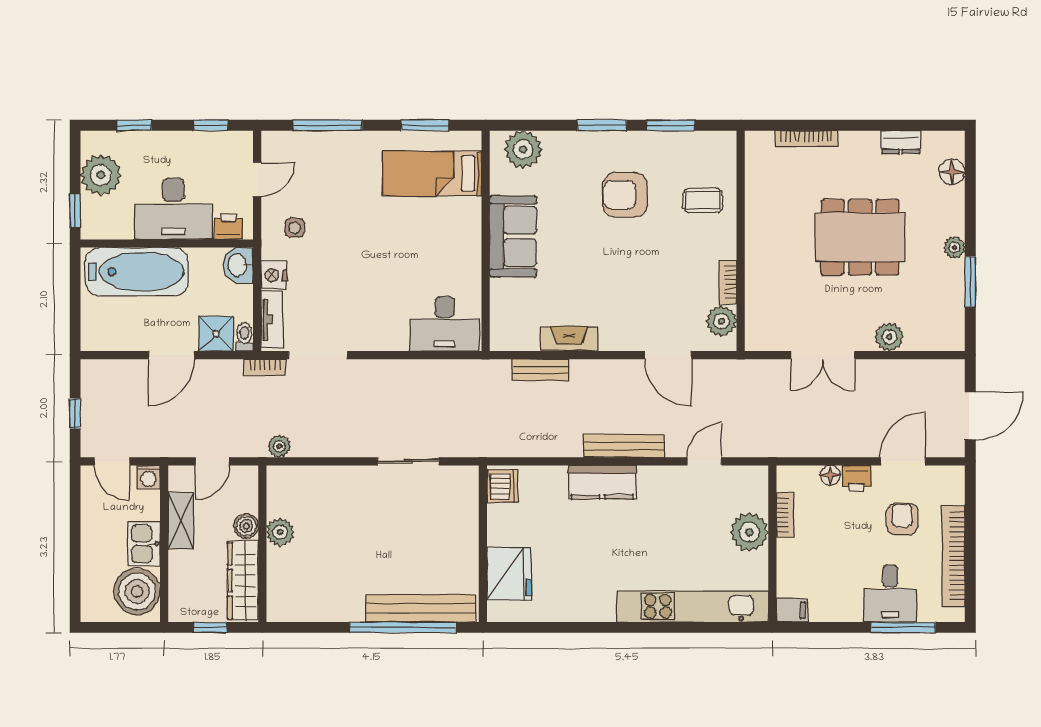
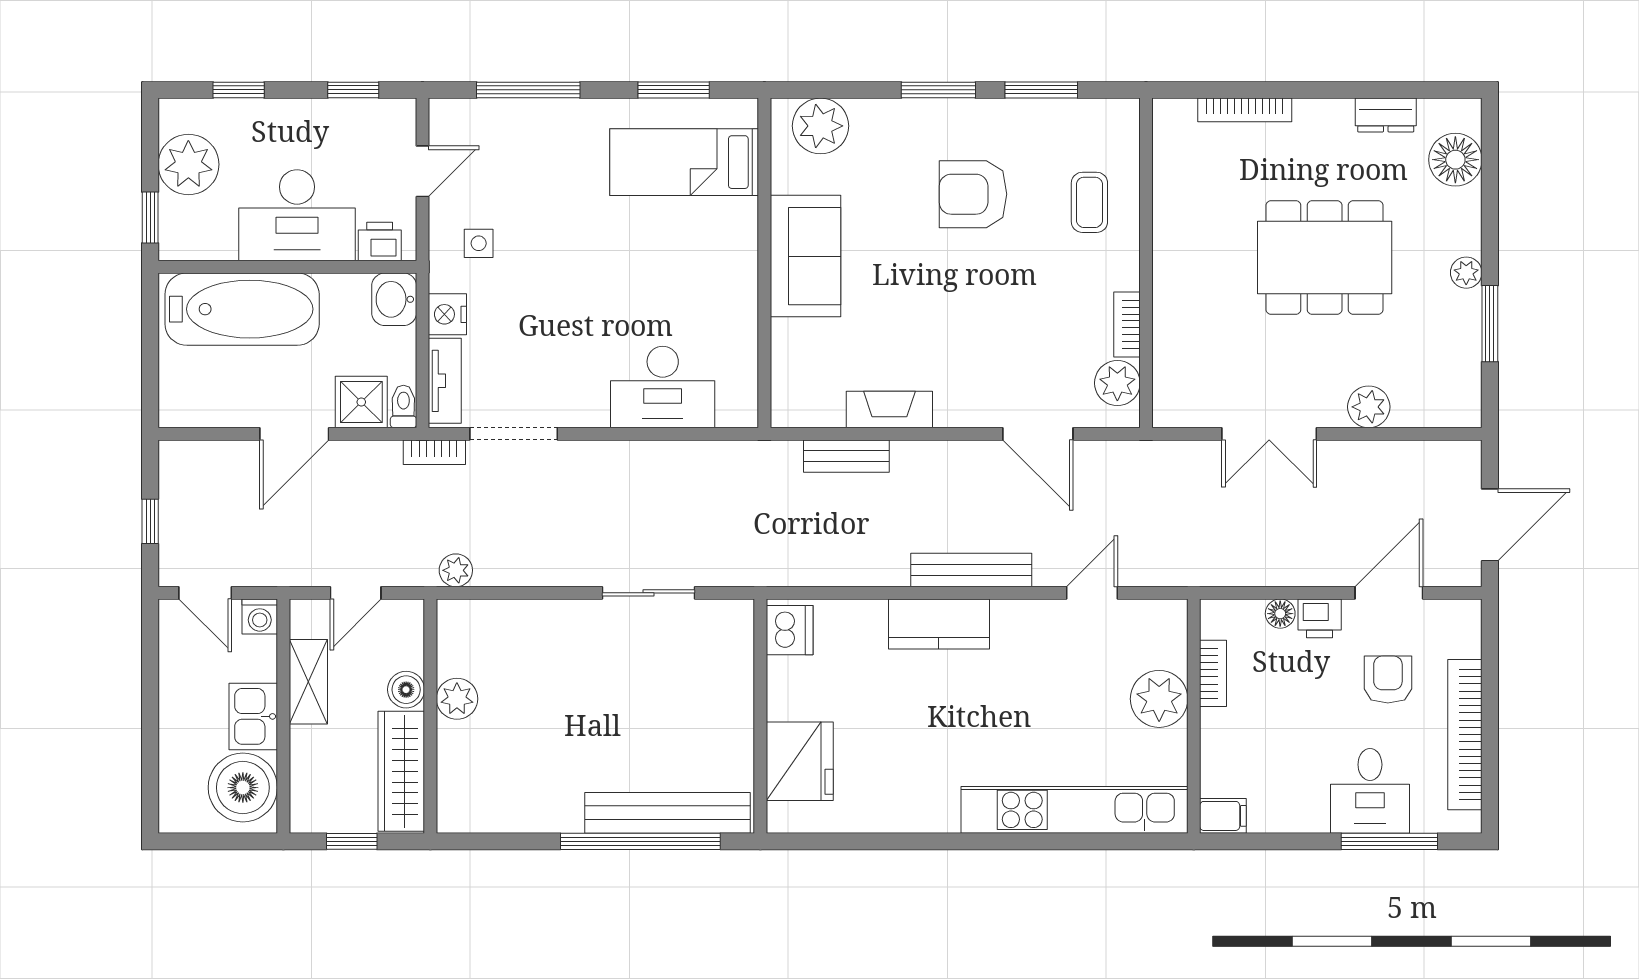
floor lamp: (952, 172) -> (1455, 160), width x1.38, depth x1.38
coffee table: (703, 200) -> (1089, 202), turned 90
desk: (445, 324) -> (663, 387), moved

